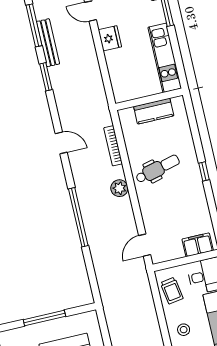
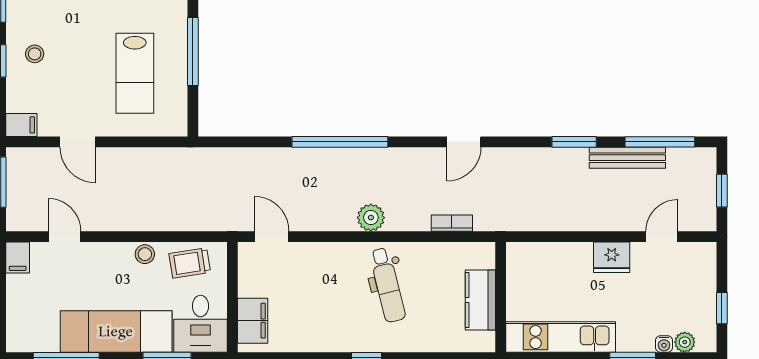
bookcase: (113, 146) -> (452, 223), width x0.64
stool: (184, 330) -> (145, 254), moved

